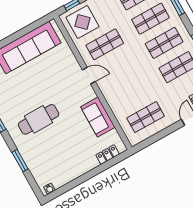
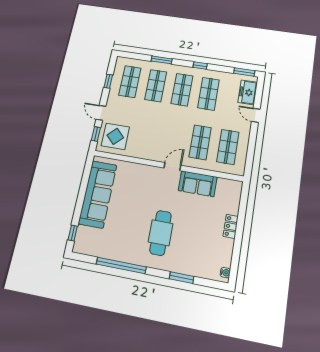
shop shelf: (105, 44) -> (200, 142), moved
door: (89, 76) -> (172, 167), moved
locker: (108, 155) -> (231, 226), moved

